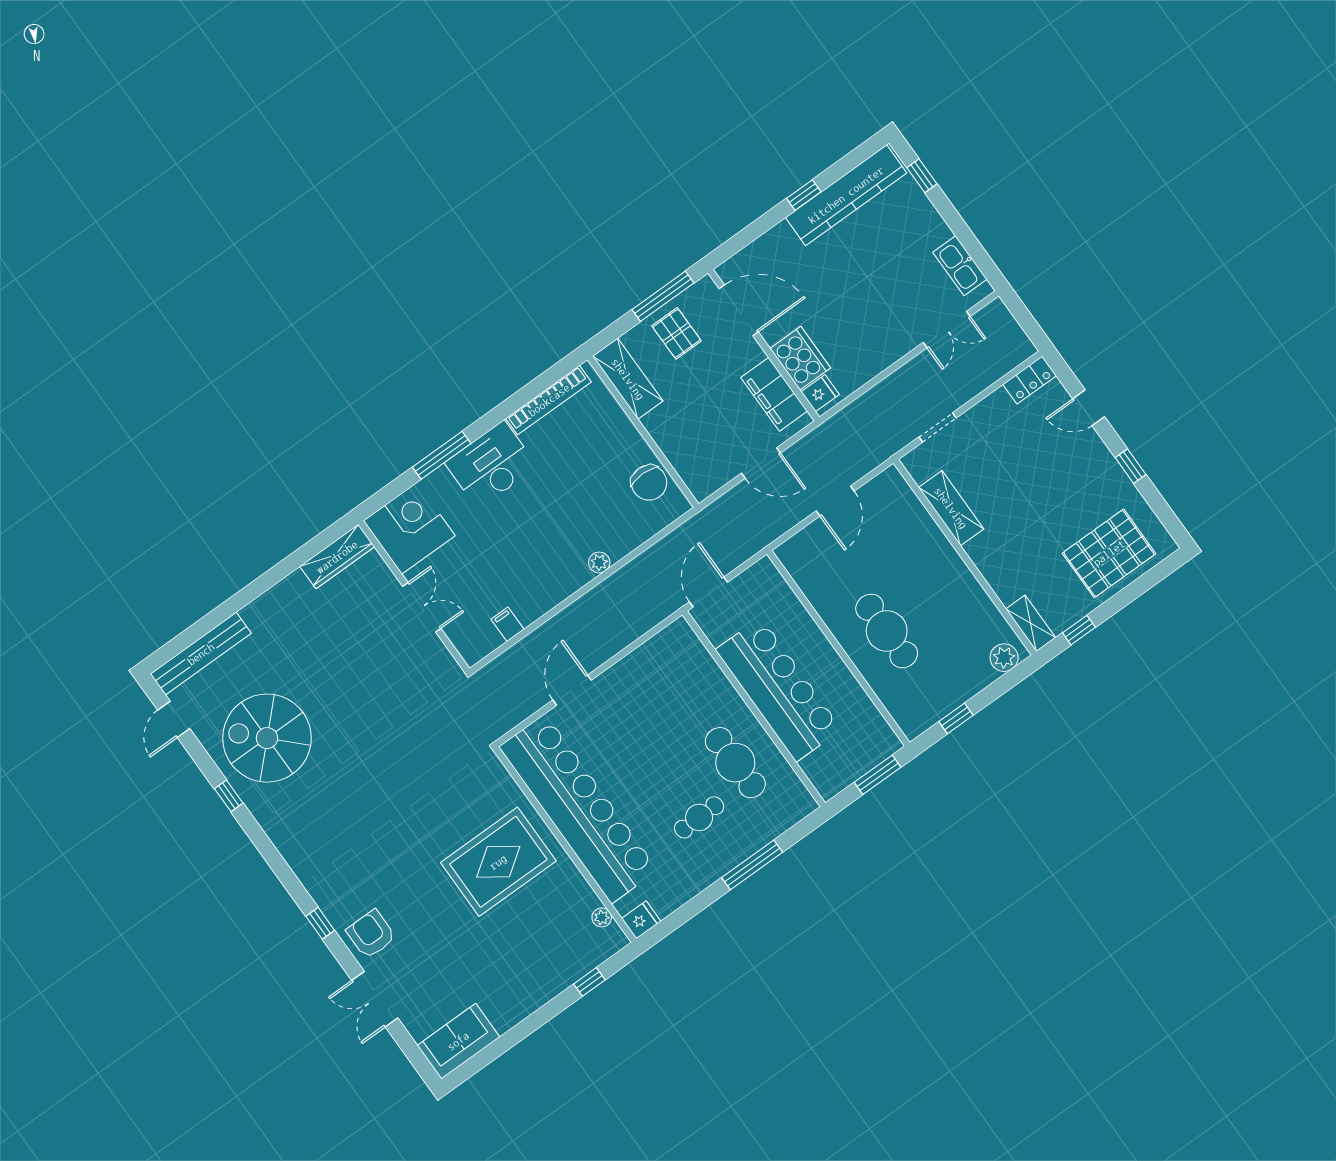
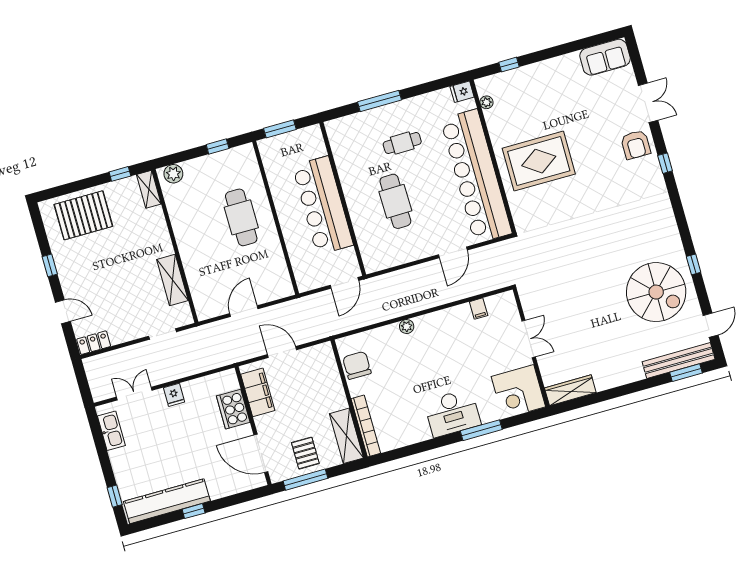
fridge: (820, 393) -> (174, 395), moved, turned -90
bookcase: (549, 400) -> (366, 426), moved, turned 90
double door: (422, 607) -> (529, 339), swing flipped
window: (184, 640) -> (686, 373), added
cafe table: (735, 763) -> (395, 201), moved

